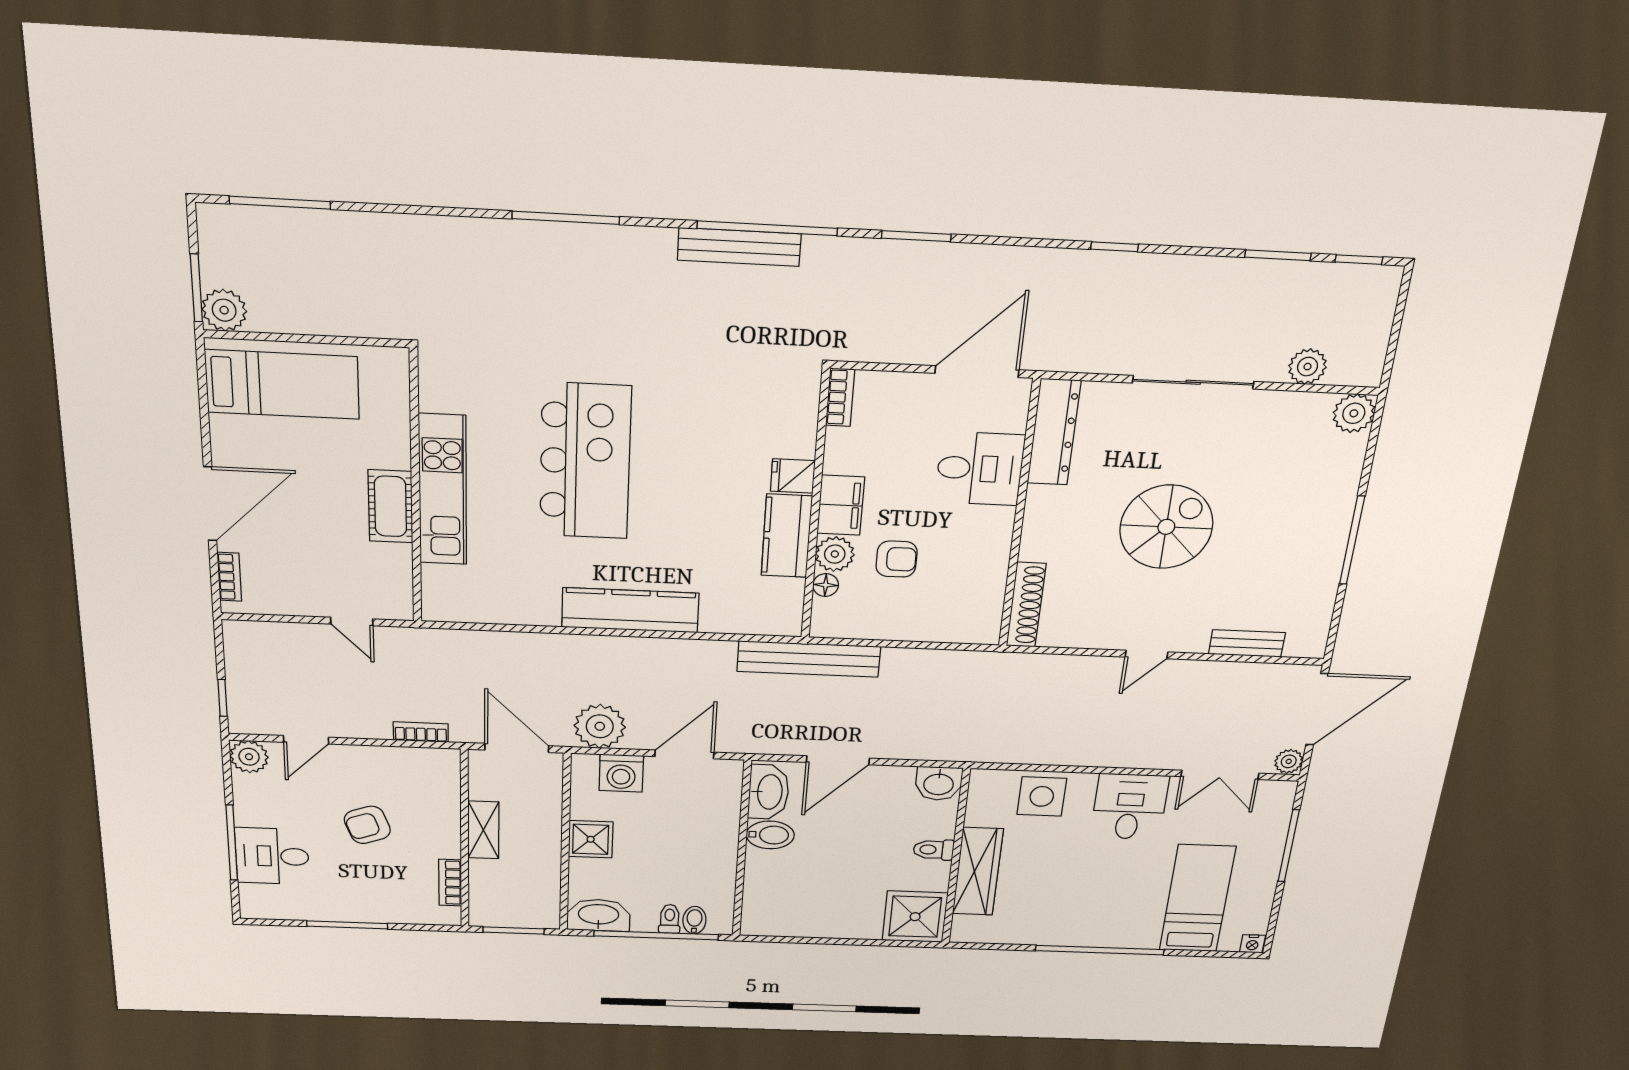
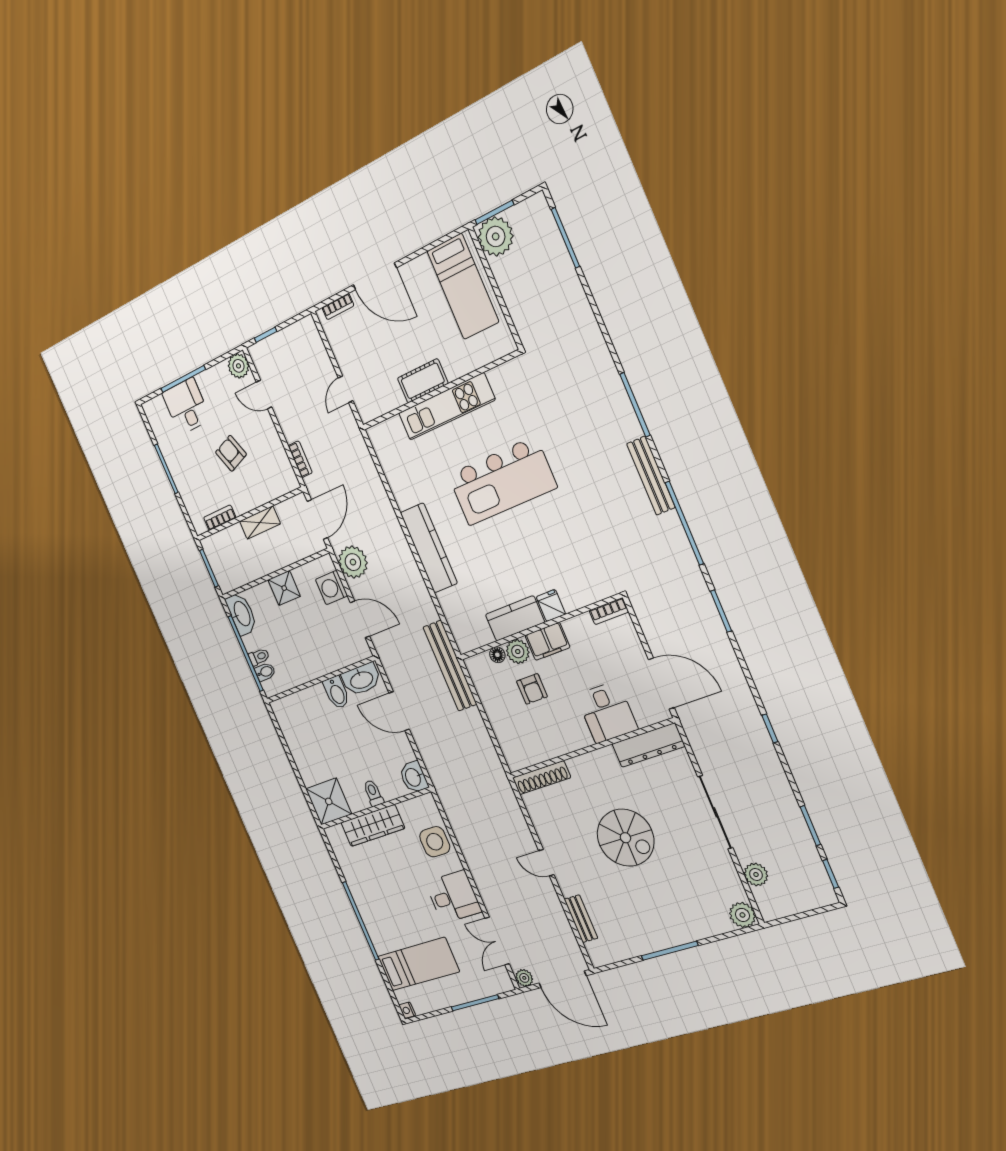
bench: (739, 247) -> (651, 476), moved
plant: (224, 310) -> (496, 236), width x1.36, depth x1.36

